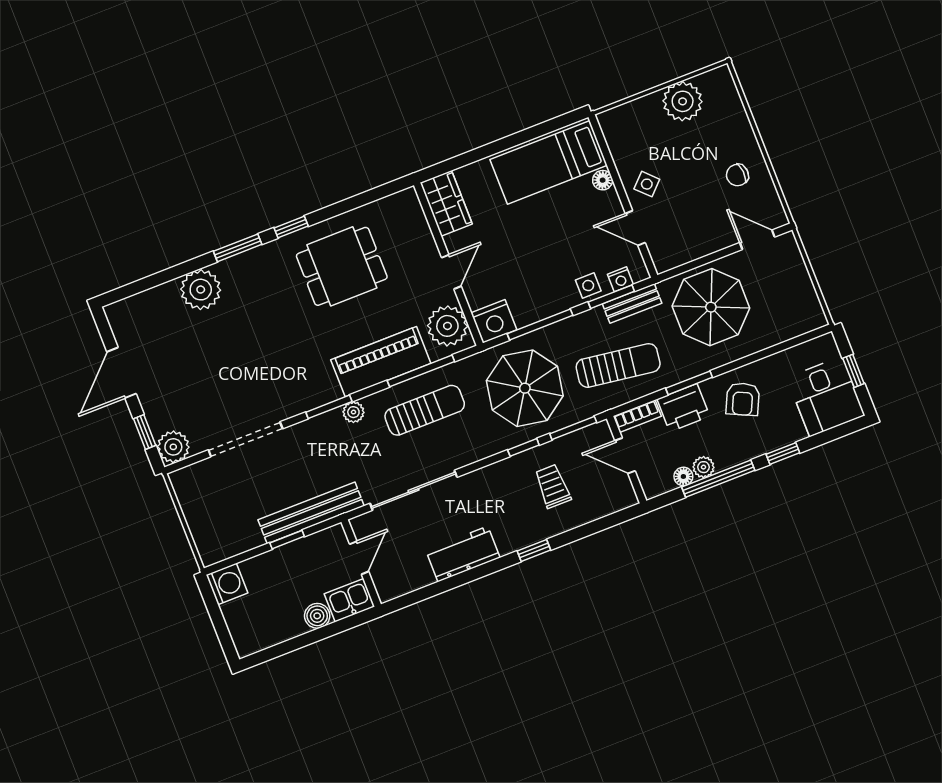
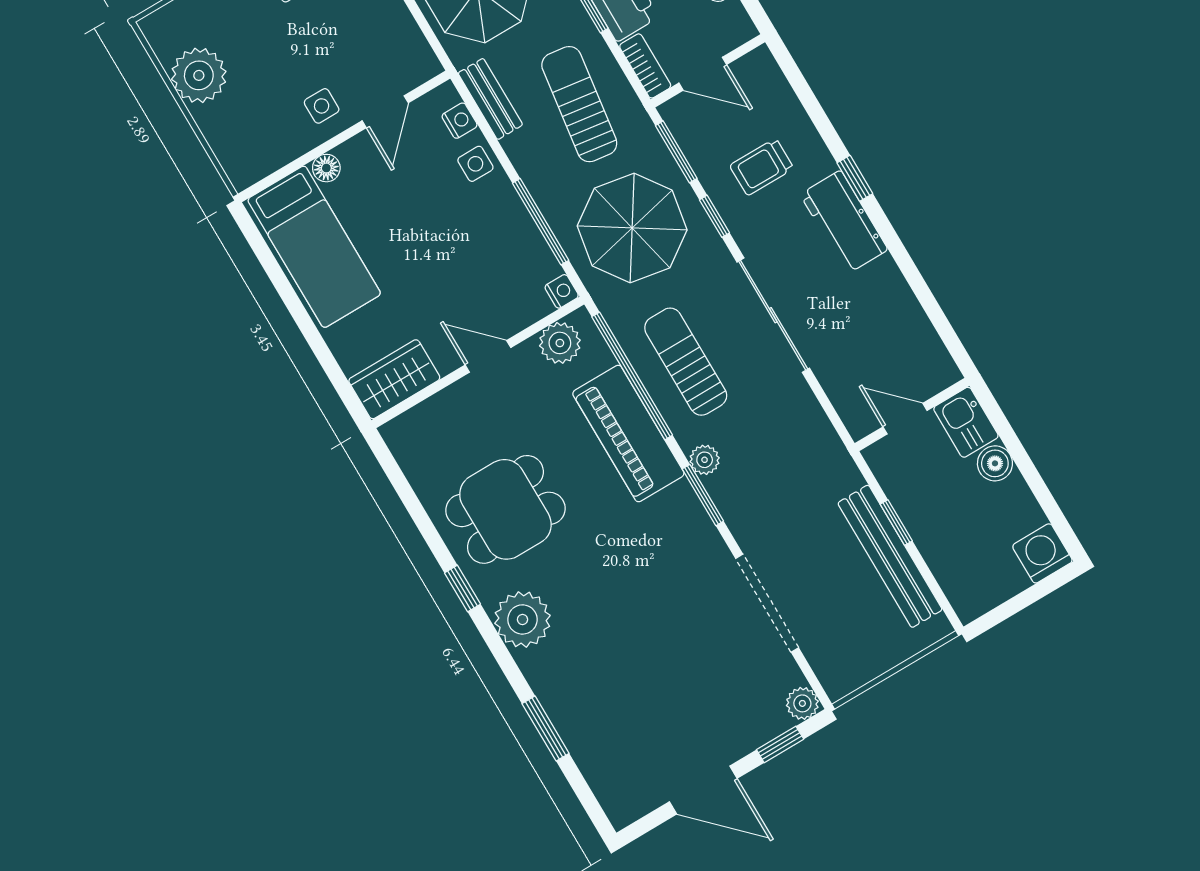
side table: (647, 184) -> (322, 106), turned 45
window: (238, 248) -> (546, 728), moved
dining table: (342, 266) -> (505, 509), turned 90
plant: (201, 290) -> (522, 619), moved
window: (611, 297) -> (486, 129), removed
nightstand: (494, 321) -> (562, 291), width x0.53, depth x0.56
plant: (447, 326) -> (560, 343), width x0.73, depth x0.73
window: (421, 371) -> (632, 376), width x1.46
plant: (173, 447) -> (802, 703), width x0.73, depth x0.73
door: (625, 456) -> (703, 74), hinge flipped
sliding door: (414, 490) -> (773, 315), moved
bench: (311, 513) -> (890, 556), moved
workbench: (463, 554) -> (844, 222), moved
washing machine: (227, 584) -> (1042, 553), moved

